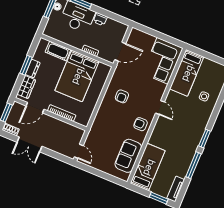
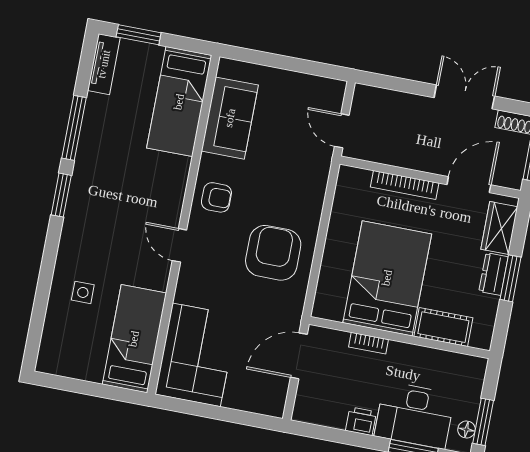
armchair: (122, 96) -> (273, 253), width x1.88, depth x1.88
door: (79, 151) -> (342, 131), moved

